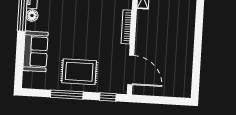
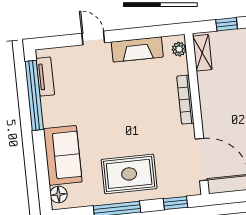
floor lamp: (32, 15) -> (59, 194), moved

